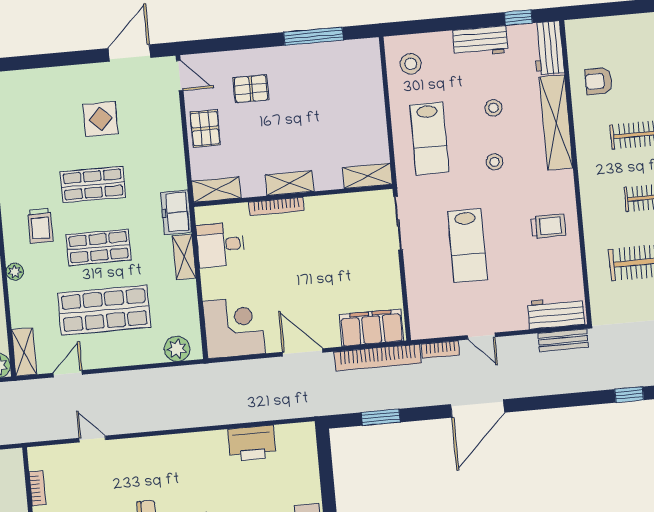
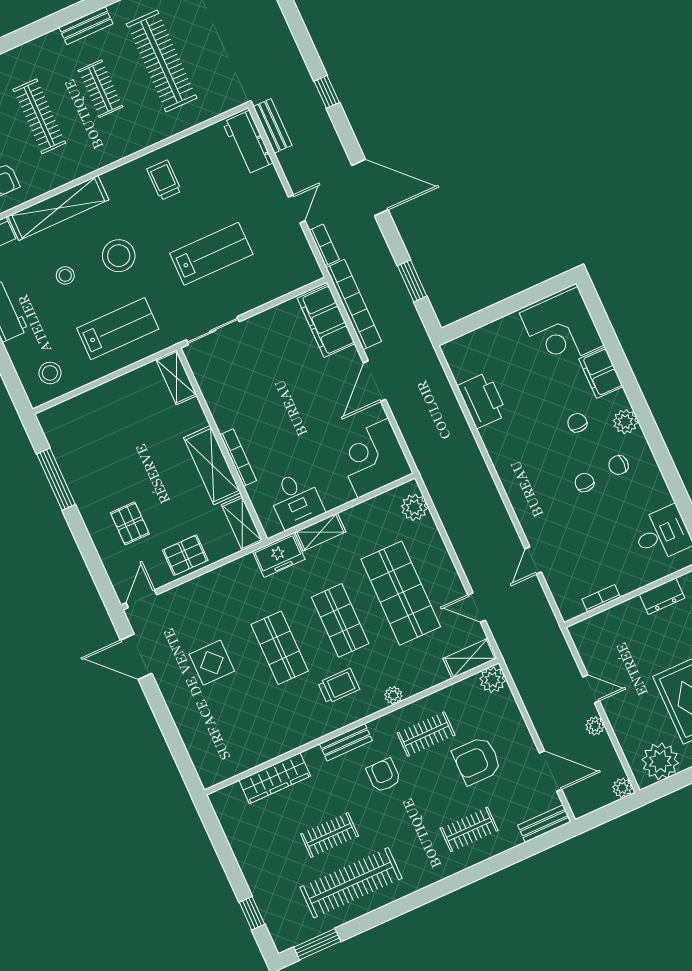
stool: (495, 162) -> (119, 256), width x1.89, depth x1.89
shelving: (290, 183) -> (212, 465), width x1.50, depth x1.33
window: (629, 395) -> (327, 92), moved

